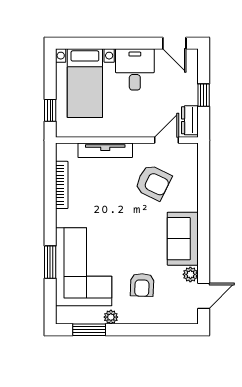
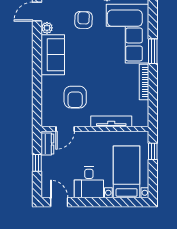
armchair: (153, 182) -> (75, 97), turned -116
bookcase: (62, 185) -> (144, 82), moved
window: (50, 262) -> (153, 51), moved

